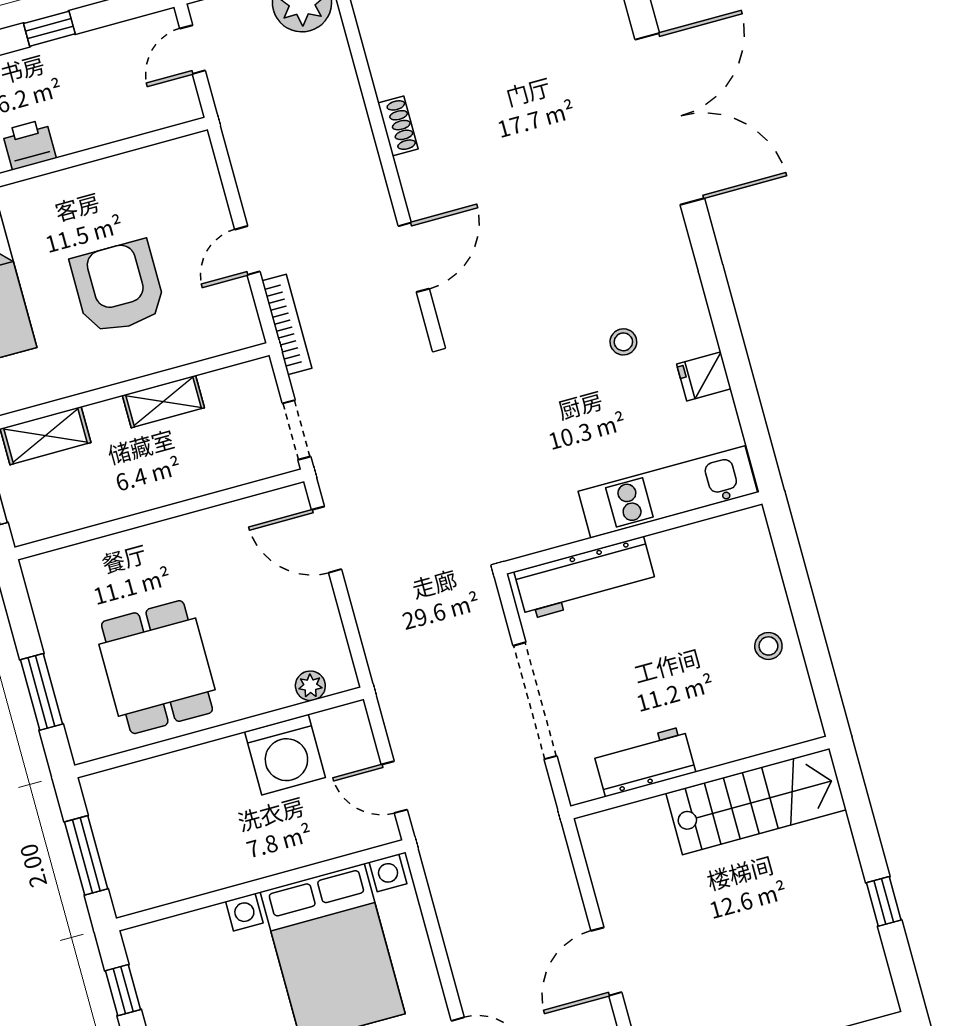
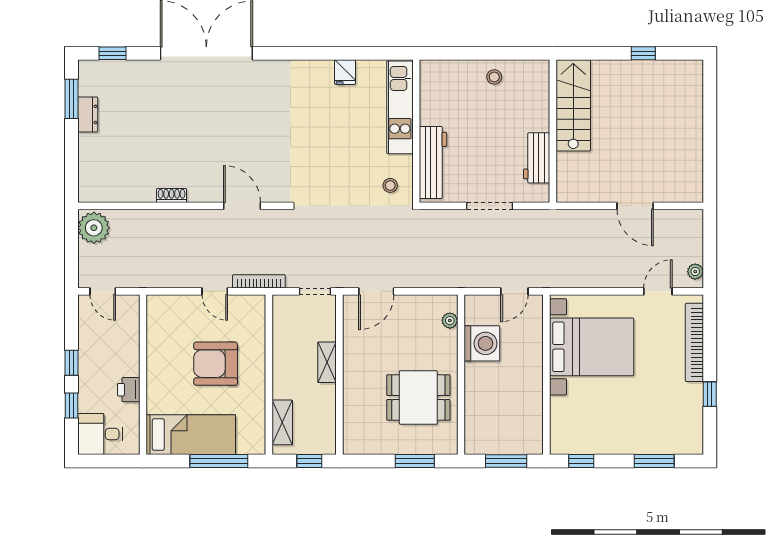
stool: (623, 342) -> (390, 185), moved
shelving: (163, 402) -> (327, 362), moved
doorway: (535, 701) -> (490, 206), width x0.73

